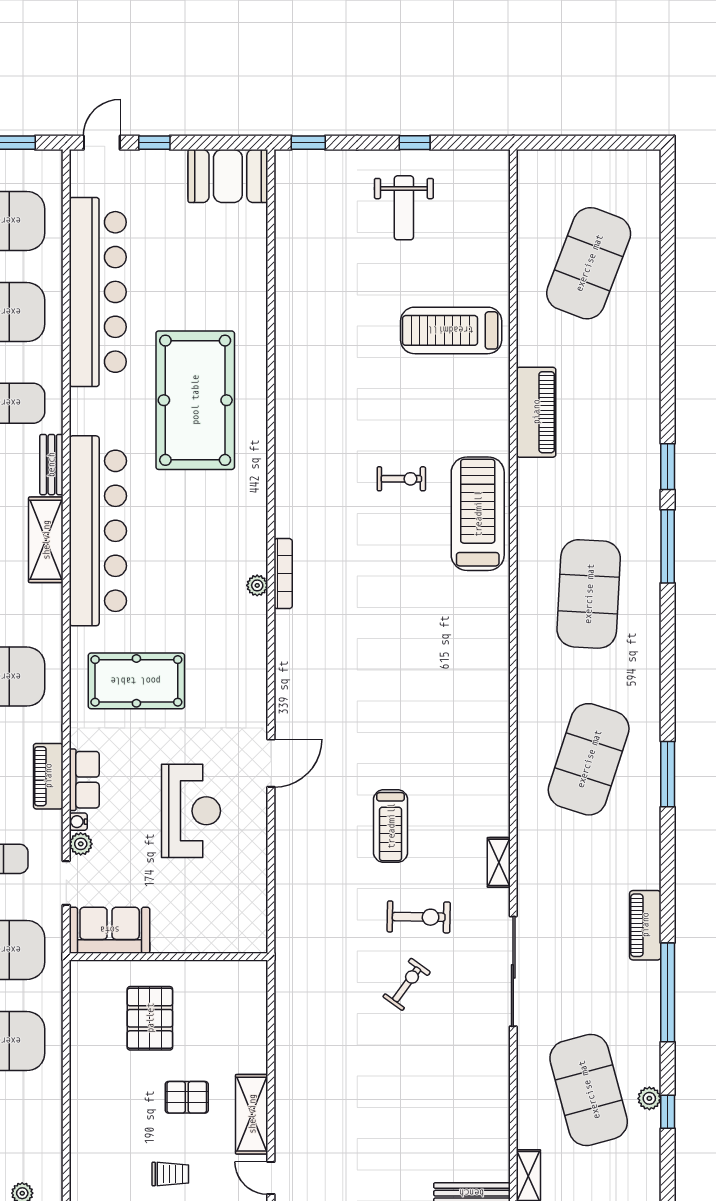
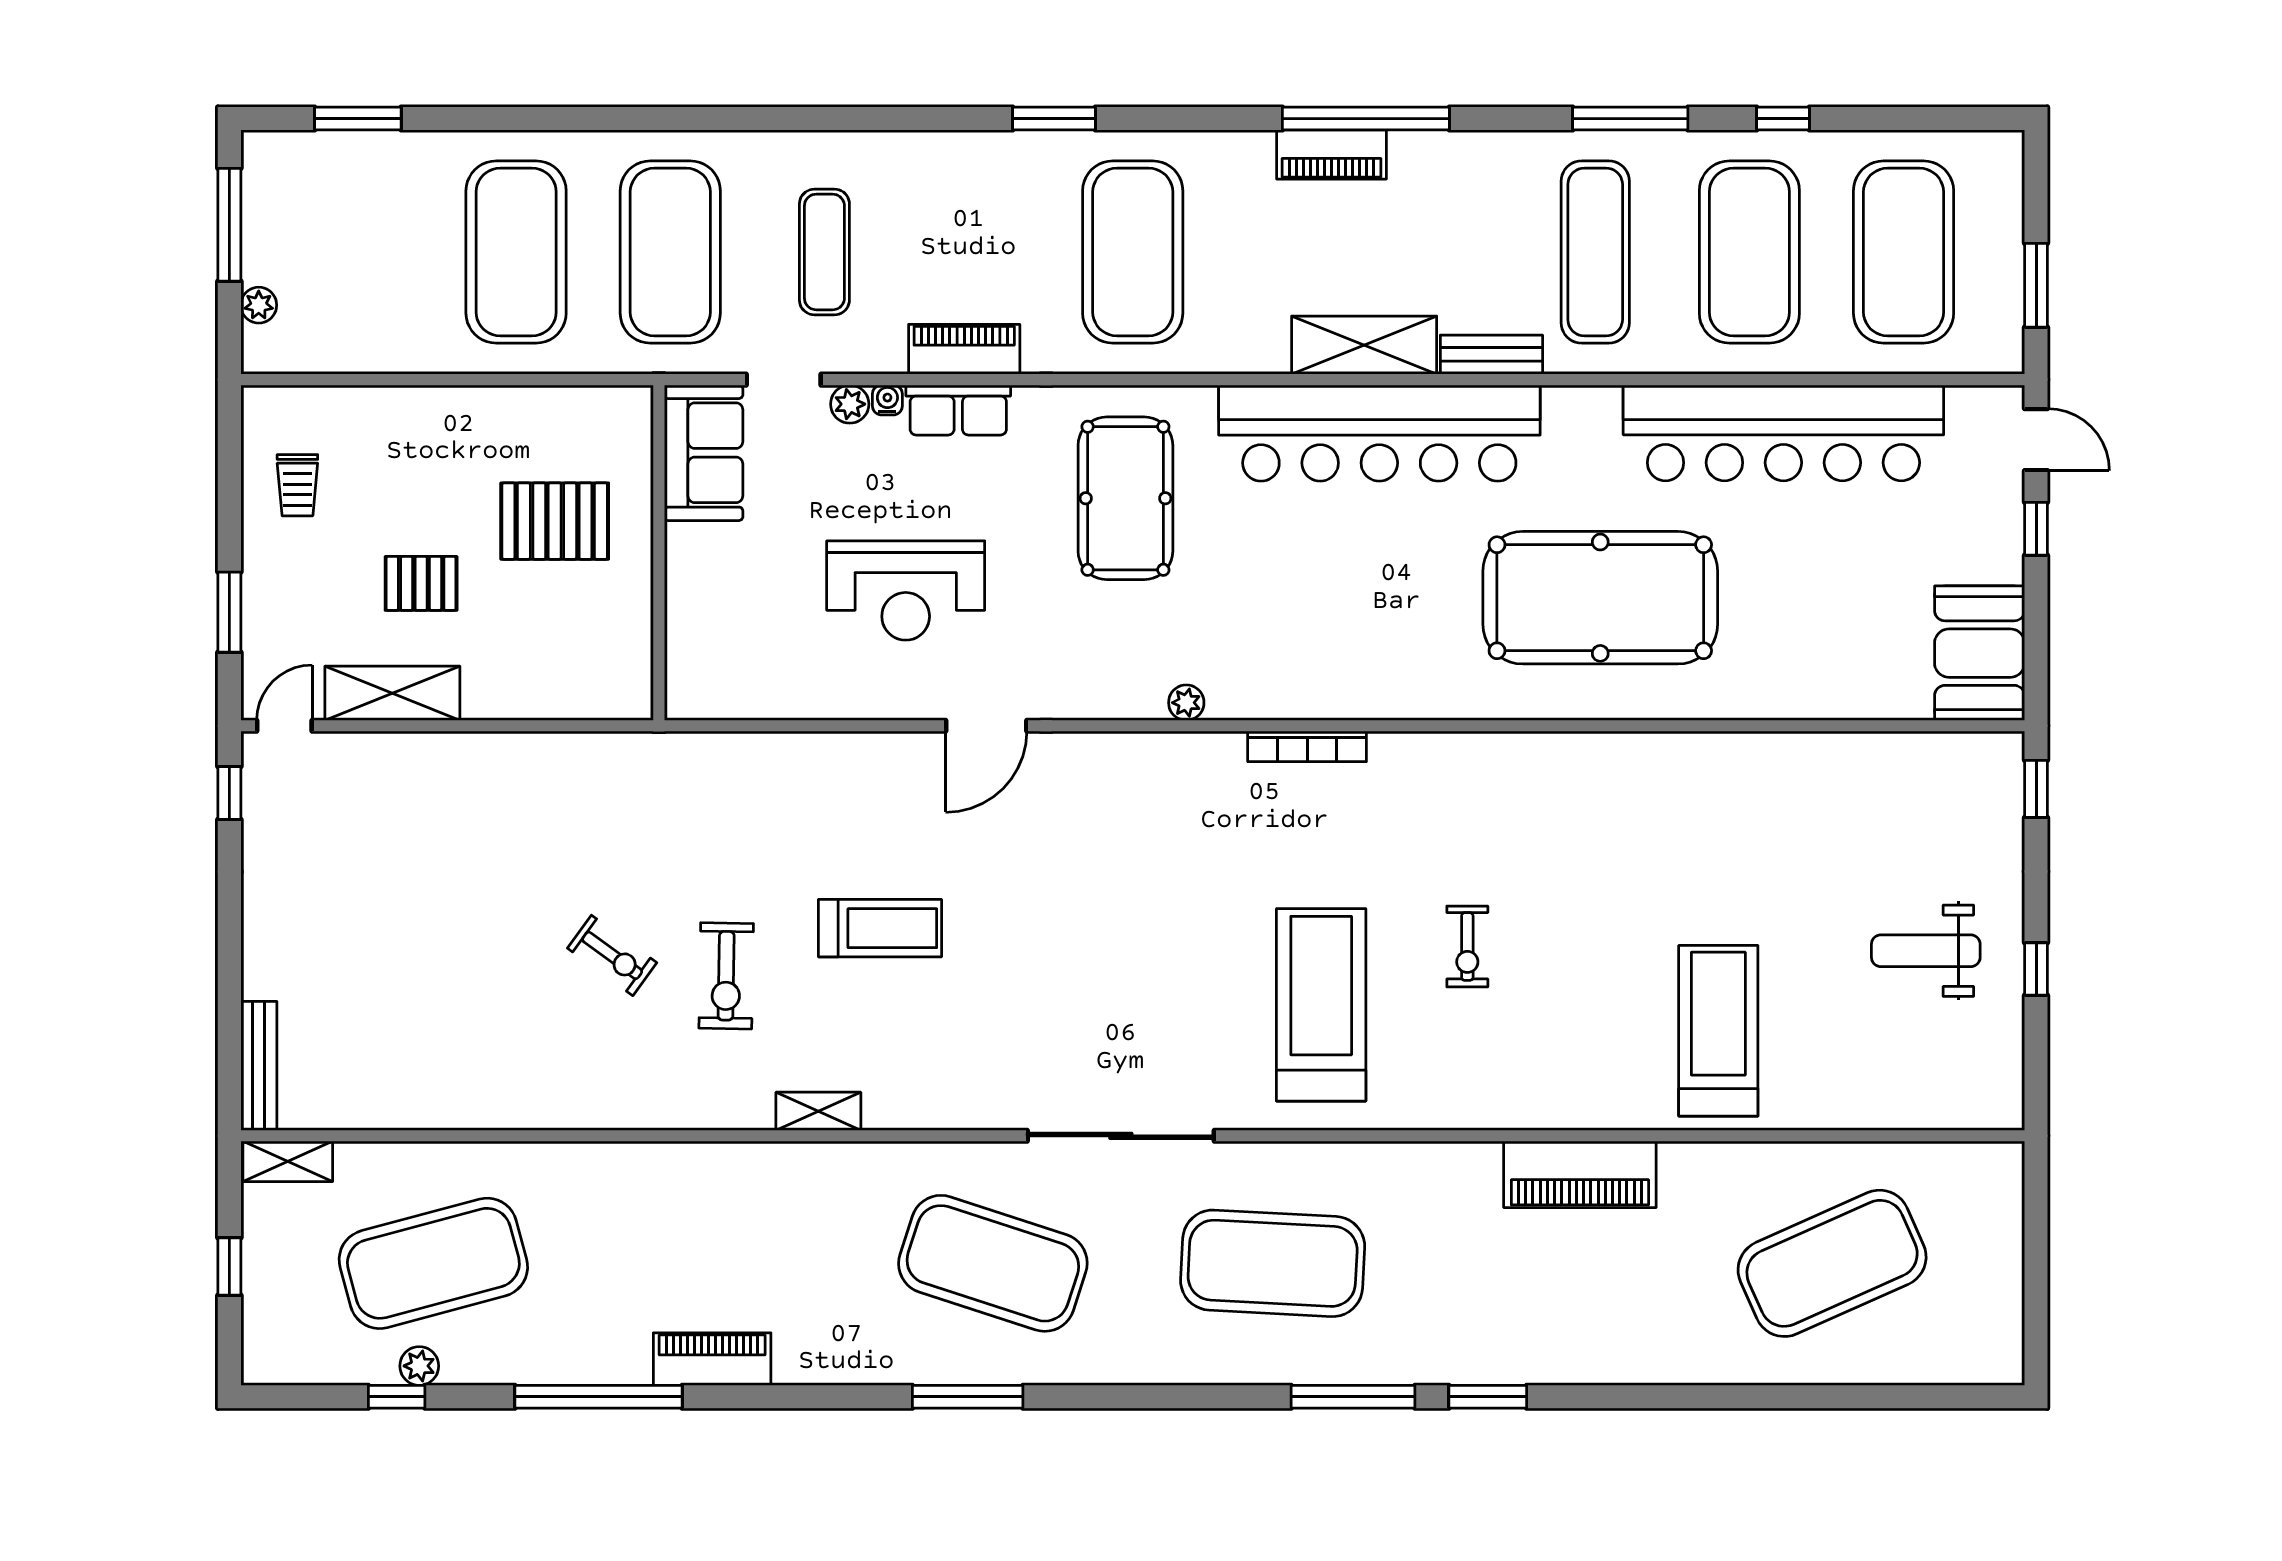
exercise mat: (589, 263) -> (1832, 1263), turned -45
treadmill: (478, 514) -> (1321, 1005), moved, turned -90
plant: (257, 585) -> (1186, 703), moved
door: (271, 763) -> (986, 726), hinge flipped
treadmill: (391, 826) -> (880, 928), turned 180
sliding door: (513, 971) -> (1121, 1136), moved
pallet: (187, 1097) -> (421, 583), turned 90
trolley: (170, 1174) -> (297, 485), moved

